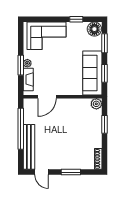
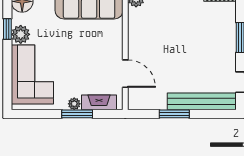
plant: (73, 28) -> (21, 34), added
window: (21, 129) -> (174, 114), width x0.47

